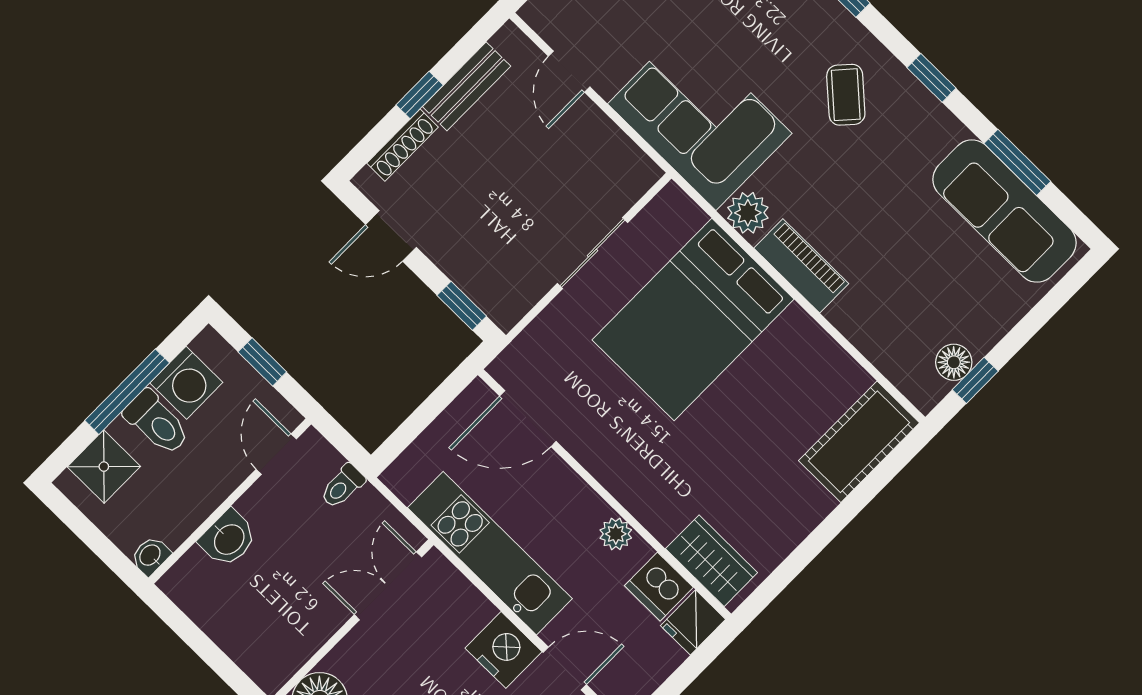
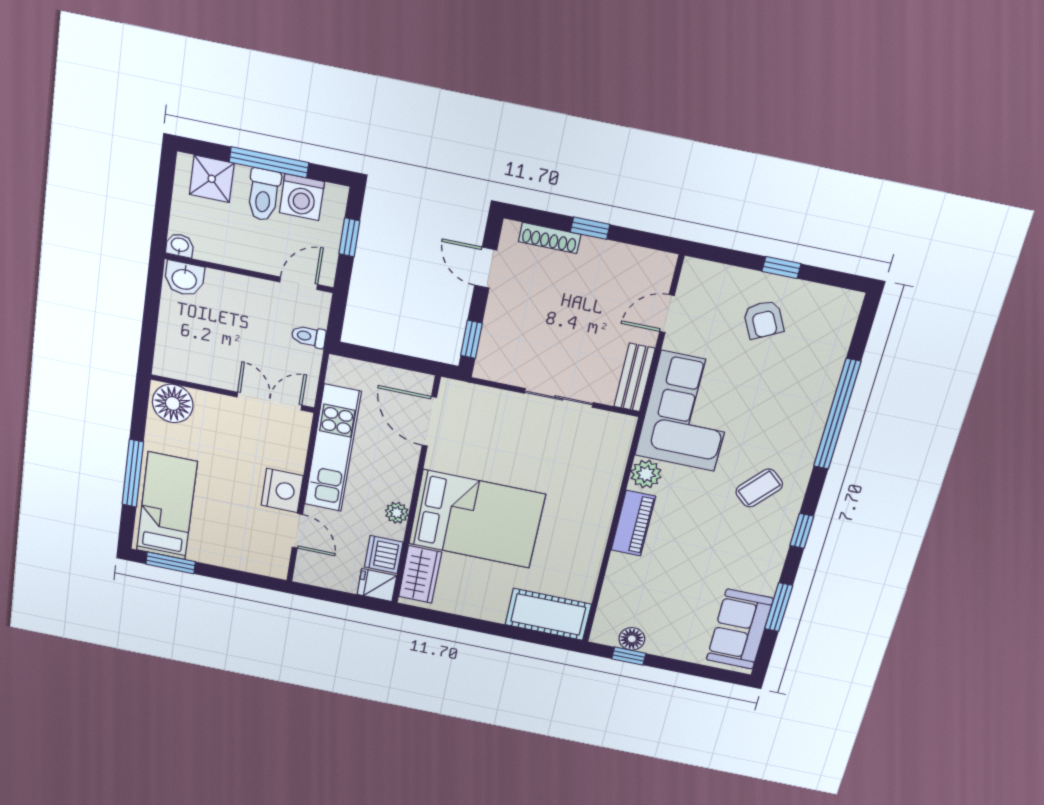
bench: (467, 86) -> (634, 377), moved, turned 90
sofa: (1004, 211) -> (740, 629), width x0.73
bed: (693, 319) -> (477, 519), moved, turned 180
washbasin: (228, 539) -> (184, 279), moved

